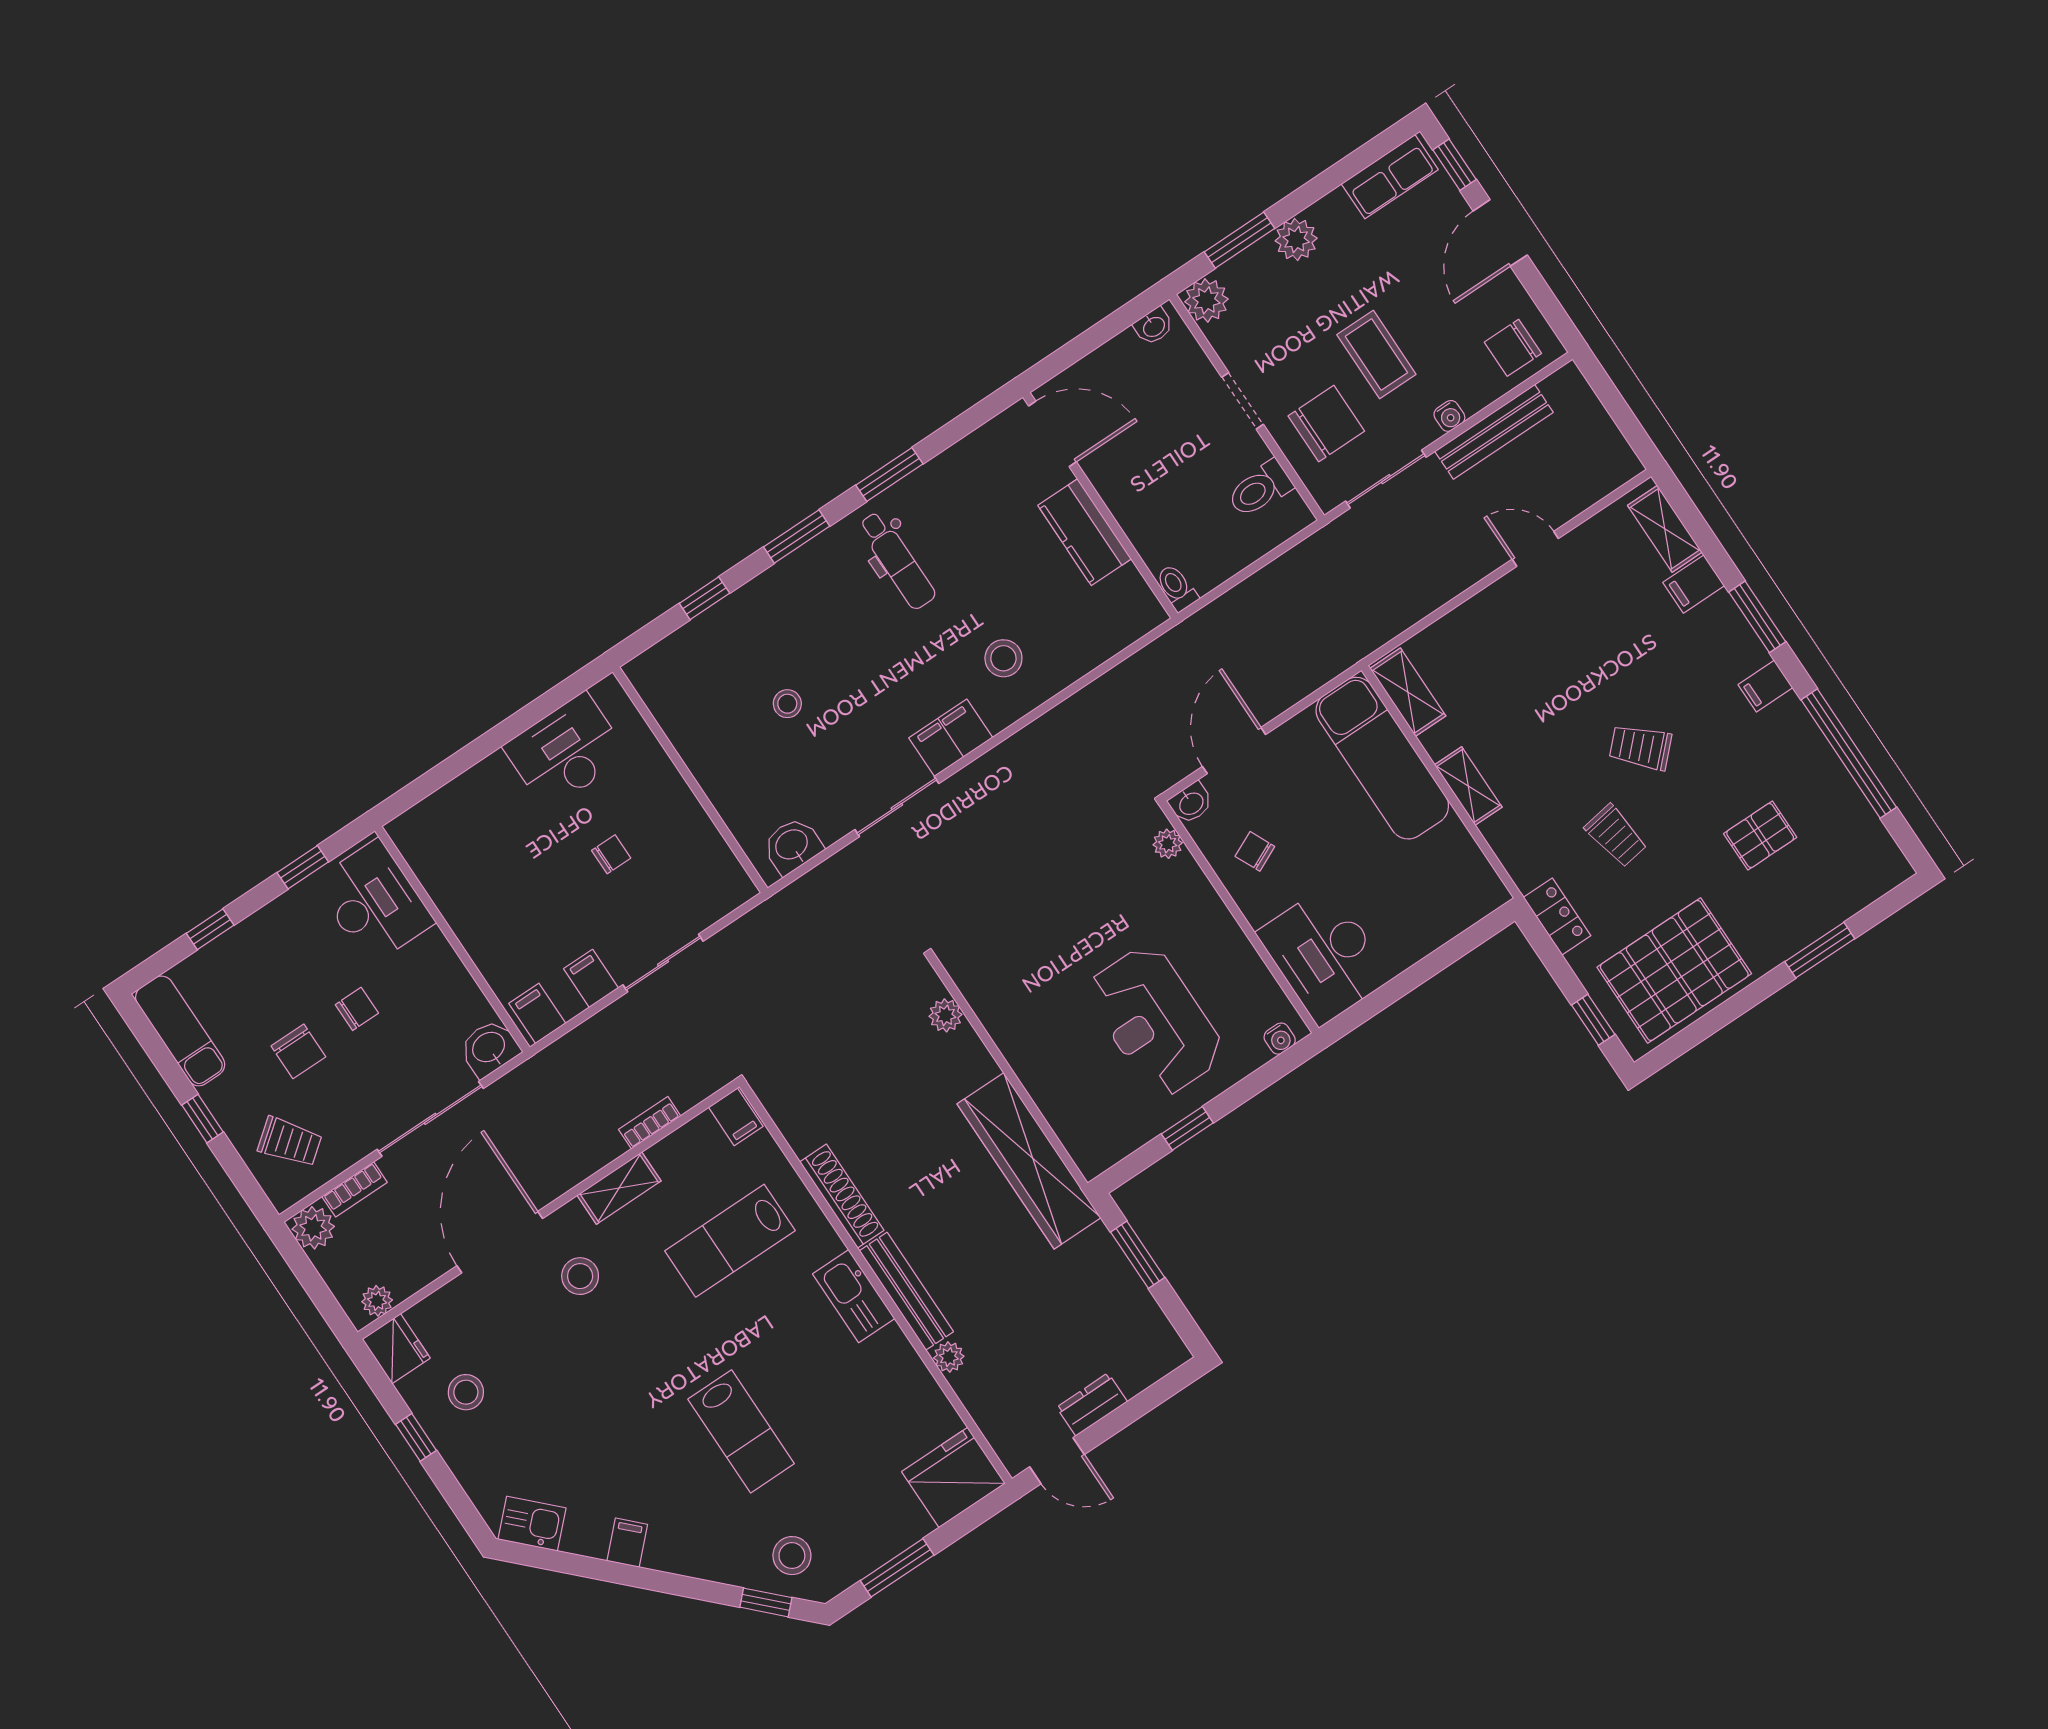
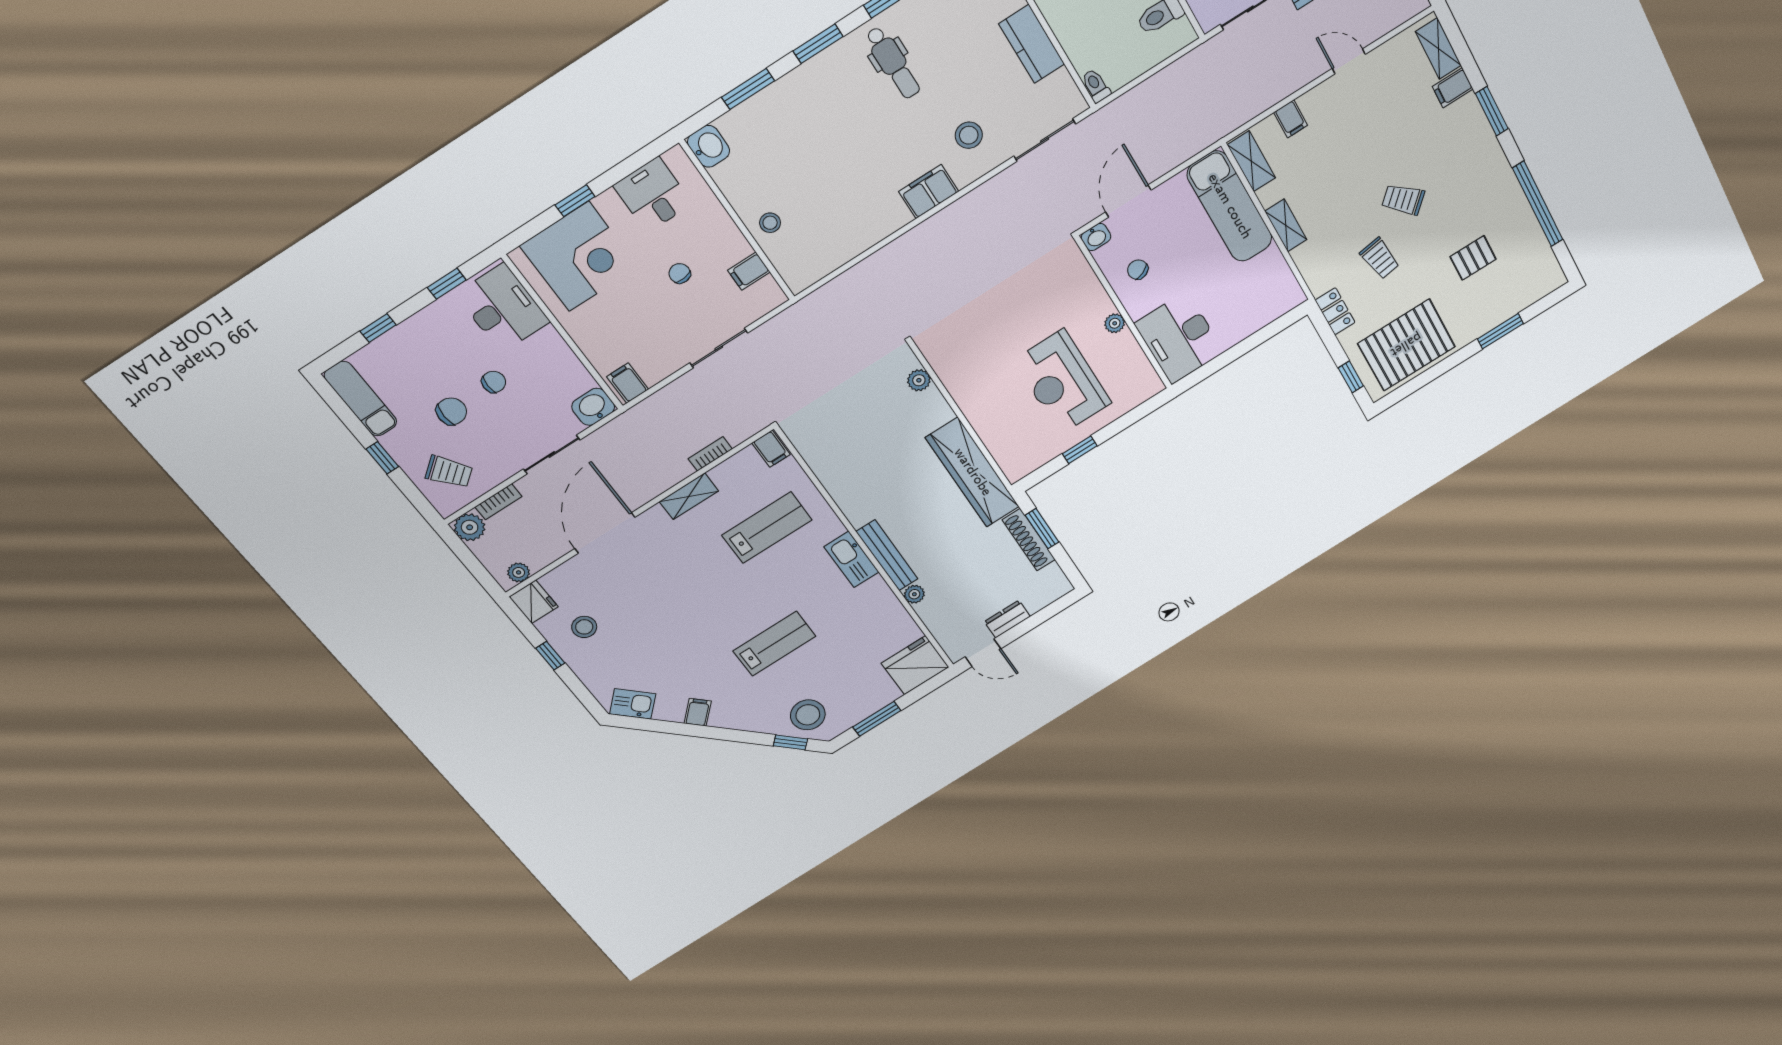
window: (704, 598) -> (748, 89), width x1.50
filing cabinet: (1765, 686) -> (1291, 119), moved, turned -90
stool: (787, 704) -> (770, 223), moved
desk: (566, 751) -> (653, 195), width x0.73
window: (475, 752) -> (575, 201), added
sliding door: (897, 807) -> (1045, 140), moved
corner desk: (477, 830) -> (579, 257), added
plant: (1168, 844) -> (1115, 323), moved
washbasin: (792, 845) -> (709, 146), moved, turned 90
chair: (611, 854) -> (680, 273), turned -95
filing cabinet: (591, 978) -> (749, 271), moved, turned -90
water cooler: (1280, 1039) -> (1145, 392), removed
chair: (298, 1051) -> (451, 411), turned -90
sliding door: (430, 1119) -> (552, 455), width x0.73
shoe rack: (842, 1196) -> (1029, 540), moved, turned 180
lab bench: (730, 1241) -> (767, 528), turned 180
stool: (580, 1276) -> (662, 553), removed
lab bench: (741, 1431) -> (774, 644), turned -90
stool: (792, 1556) -> (808, 715), width x1.38, depth x1.38

